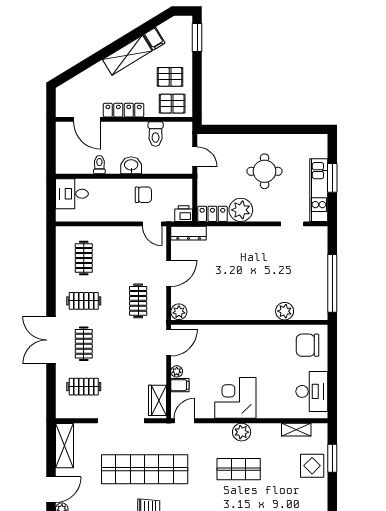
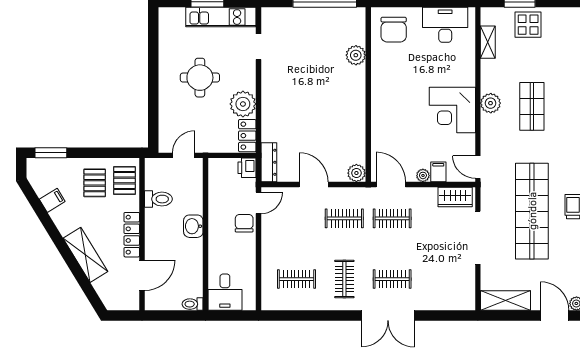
shelving: (127, 55) -> (85, 255), moved
toilet: (99, 165) -> (193, 304), moved
chair: (143, 195) -> (244, 223), moved
clothes rail: (84, 387) -> (392, 218), moved, turned 90

